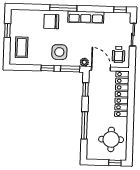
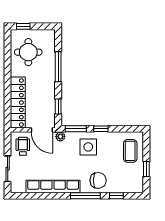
window: (120, 10) -> (116, 196), moved
row of seats: (86, 17) -> (53, 186), width x1.36

